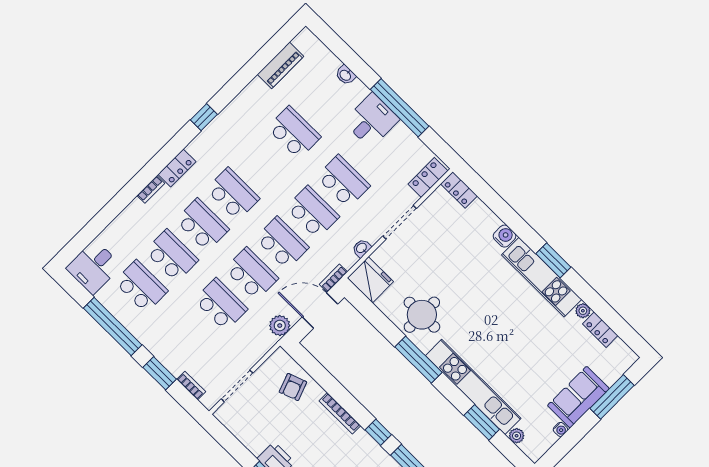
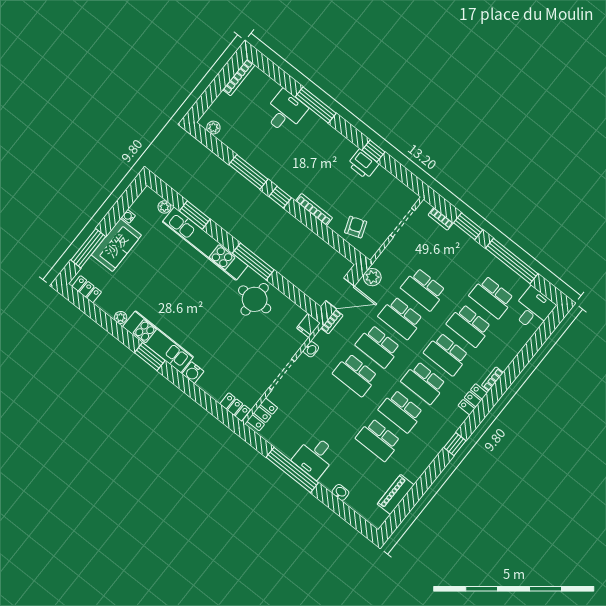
school desk: (343, 181) -> (401, 411), moved
fridge: (370, 280) -> (308, 326), width x0.53, depth x0.75
locker: (600, 330) -> (87, 289), moved

